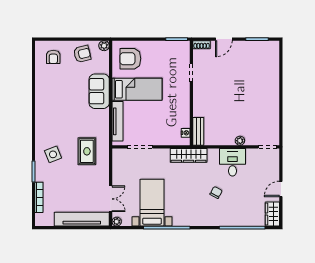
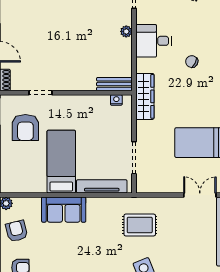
armchair: (130, 59) -> (25, 128), moved

